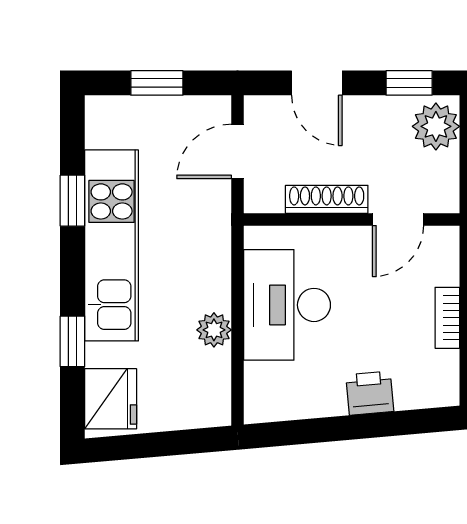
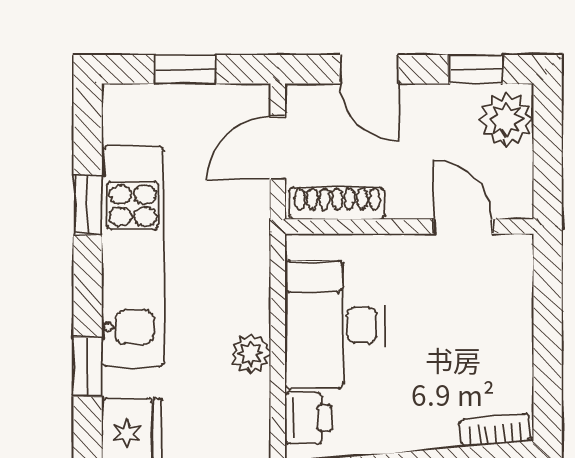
shoe rack: (327, 199) -> (337, 203), moved
door: (398, 219) -> (463, 226), swing flipped
bookcase: (447, 318) -> (495, 430), moved, turned 85
printer: (370, 393) -> (308, 418), moved, turned 95

